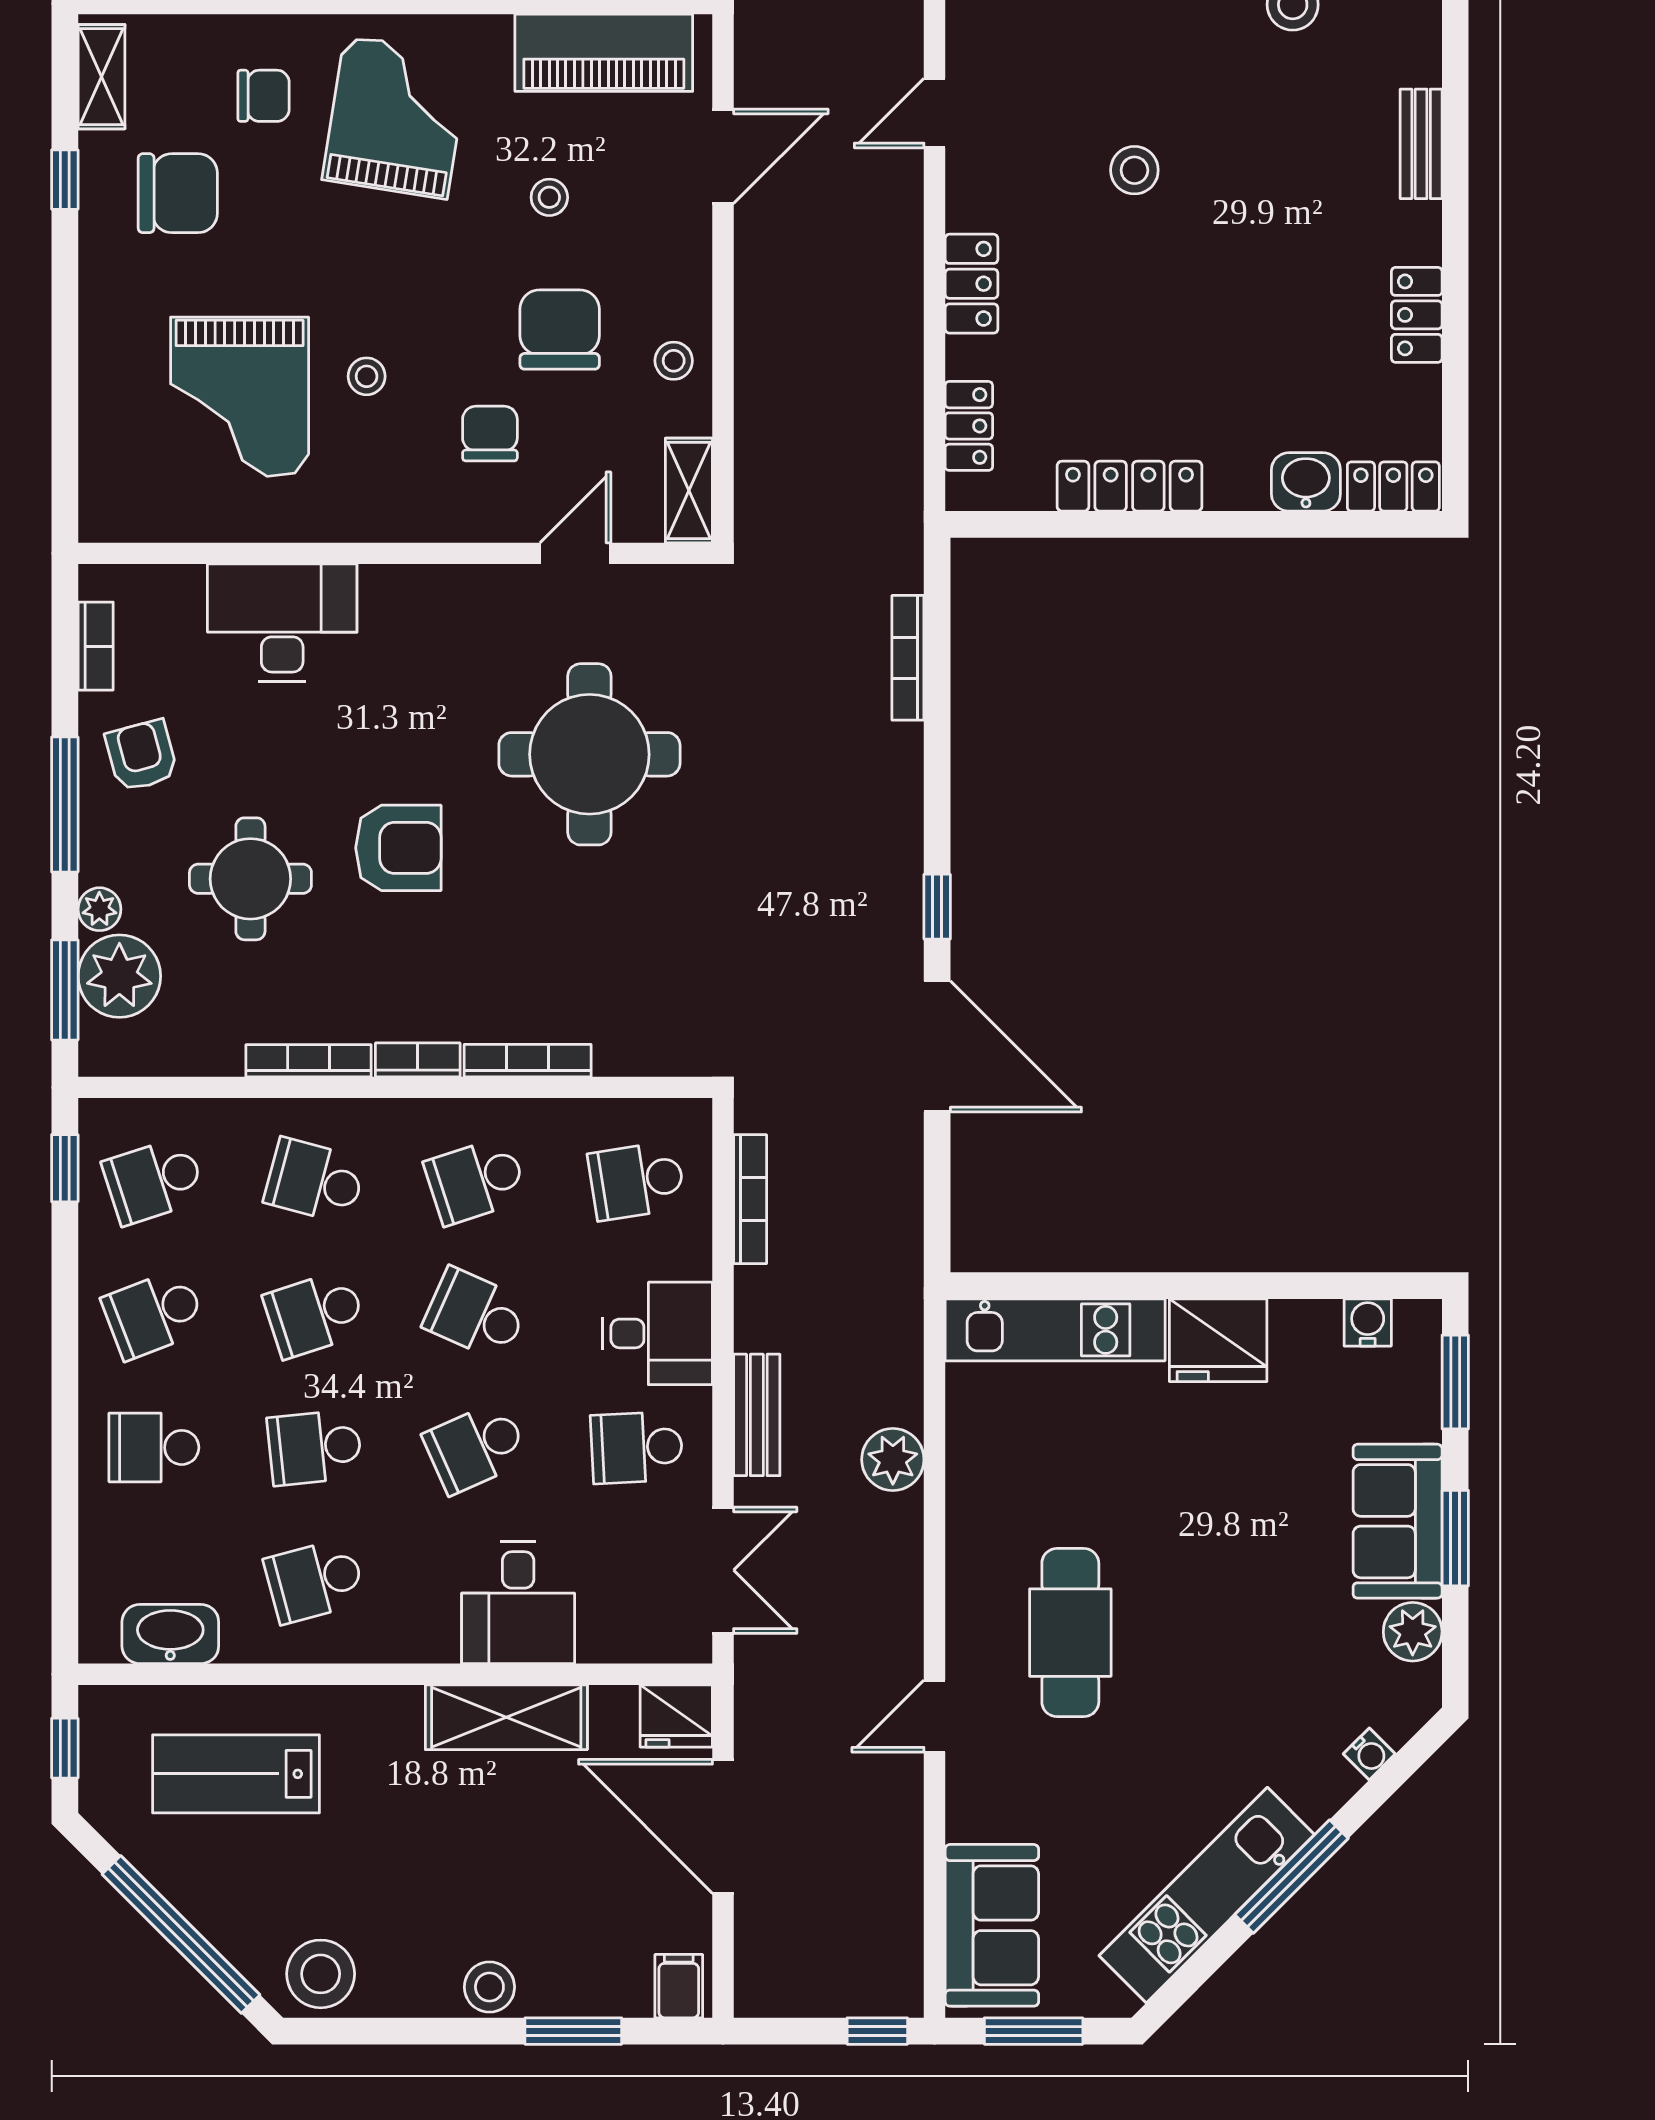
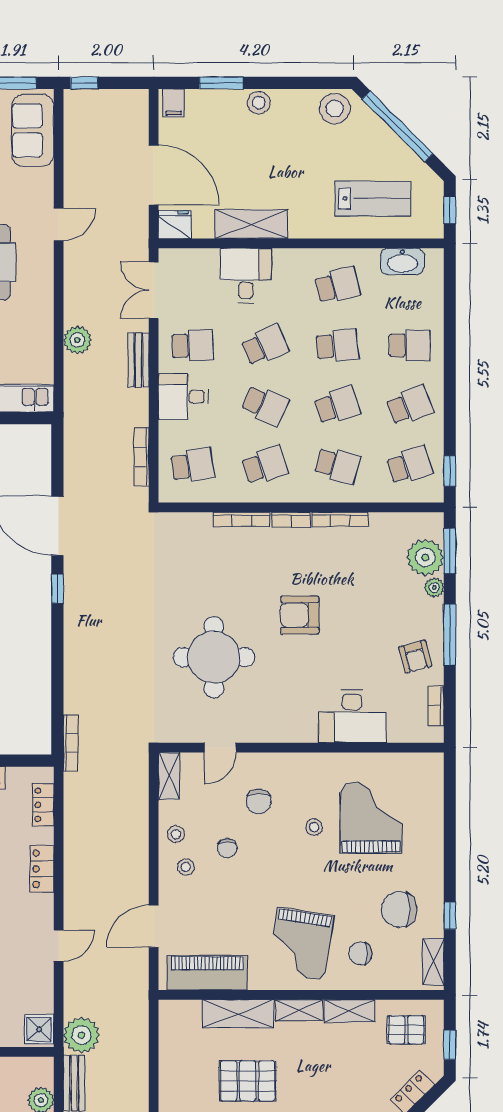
stool: (549, 197) -> (186, 867), moved
chair: (560, 330) -> (227, 848), width x0.54, depth x0.54
bookcase: (908, 658) -> (71, 743), moved
round table: (250, 879) -> (366, 601), removed

